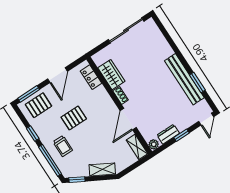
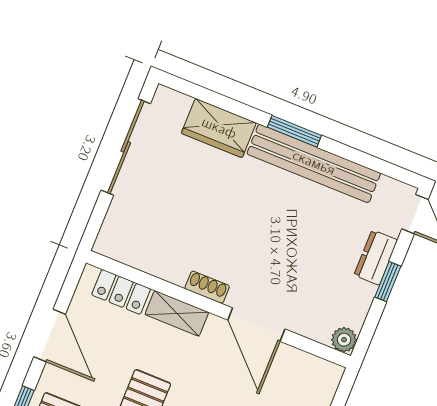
wardrobe: (111, 75) -> (219, 128), moved, turned 180
window: (197, 83) -> (294, 131), moved
dresser: (168, 134) -> (376, 258), moved
shelving: (137, 147) -> (177, 313), moved

